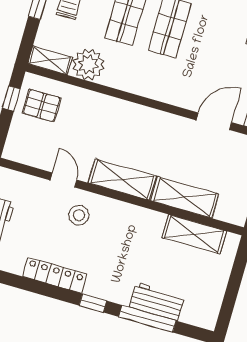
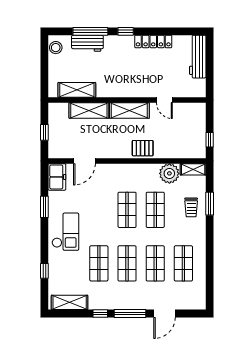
pallet: (42, 106) -> (143, 148), moved
stool: (79, 215) -> (56, 48), moved

